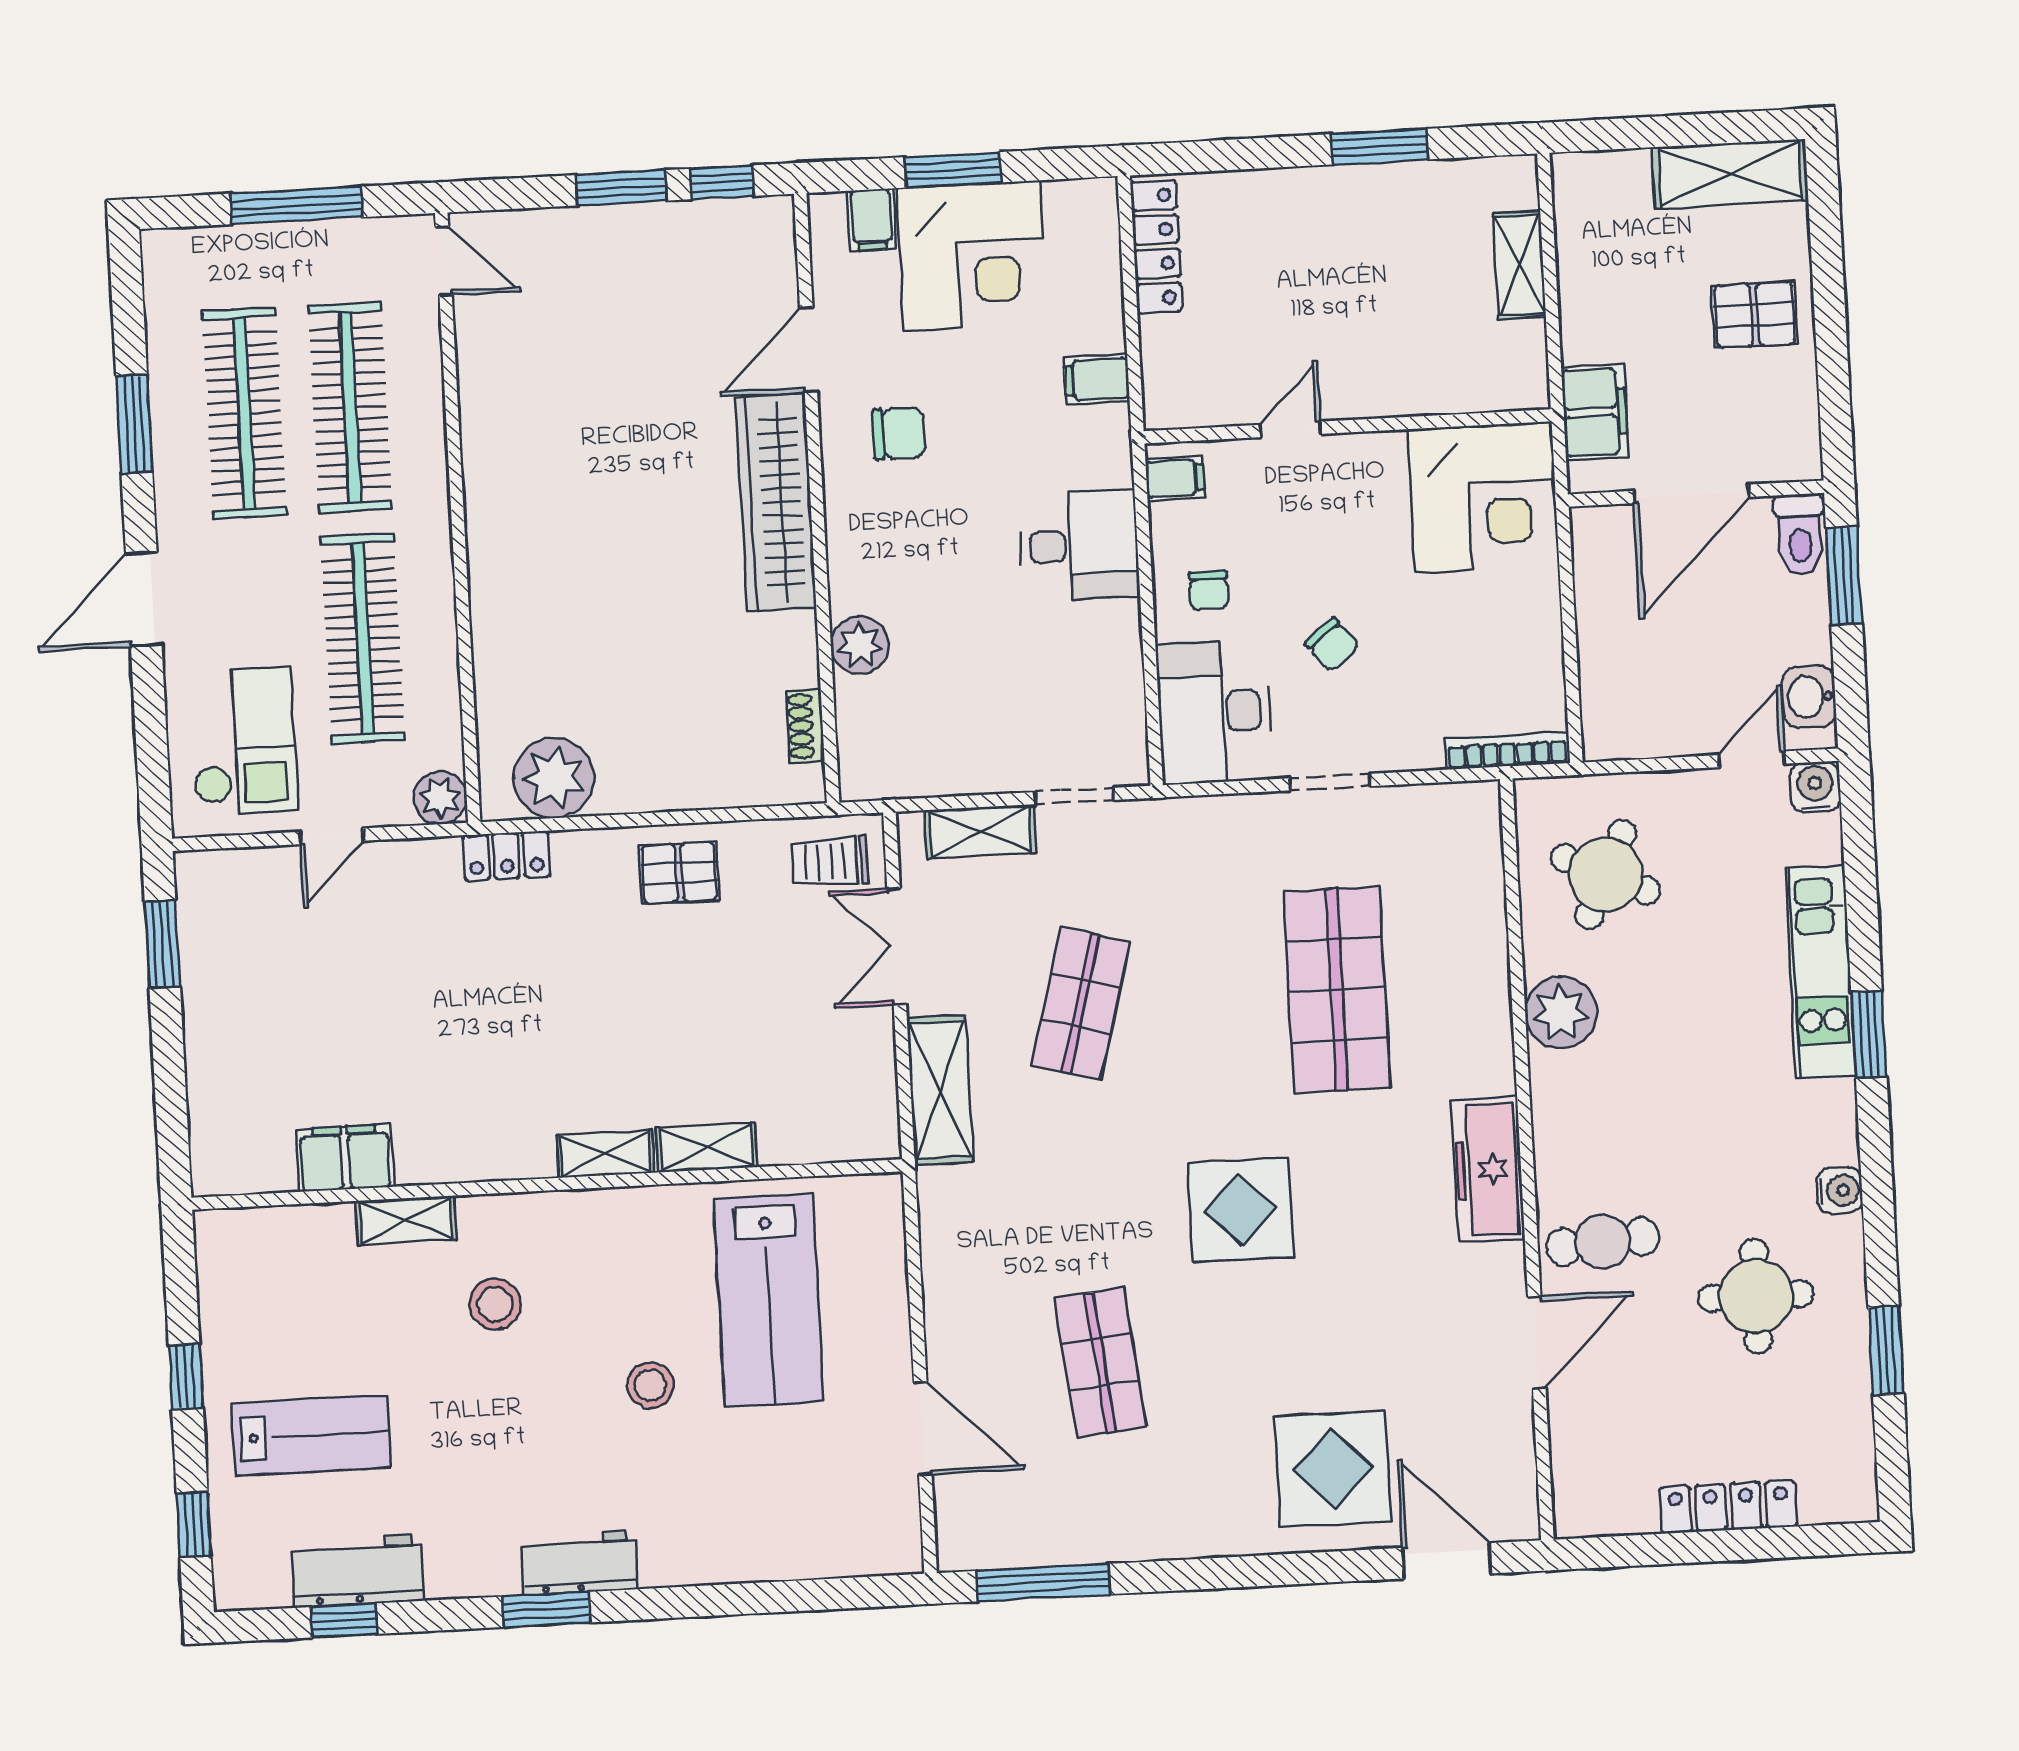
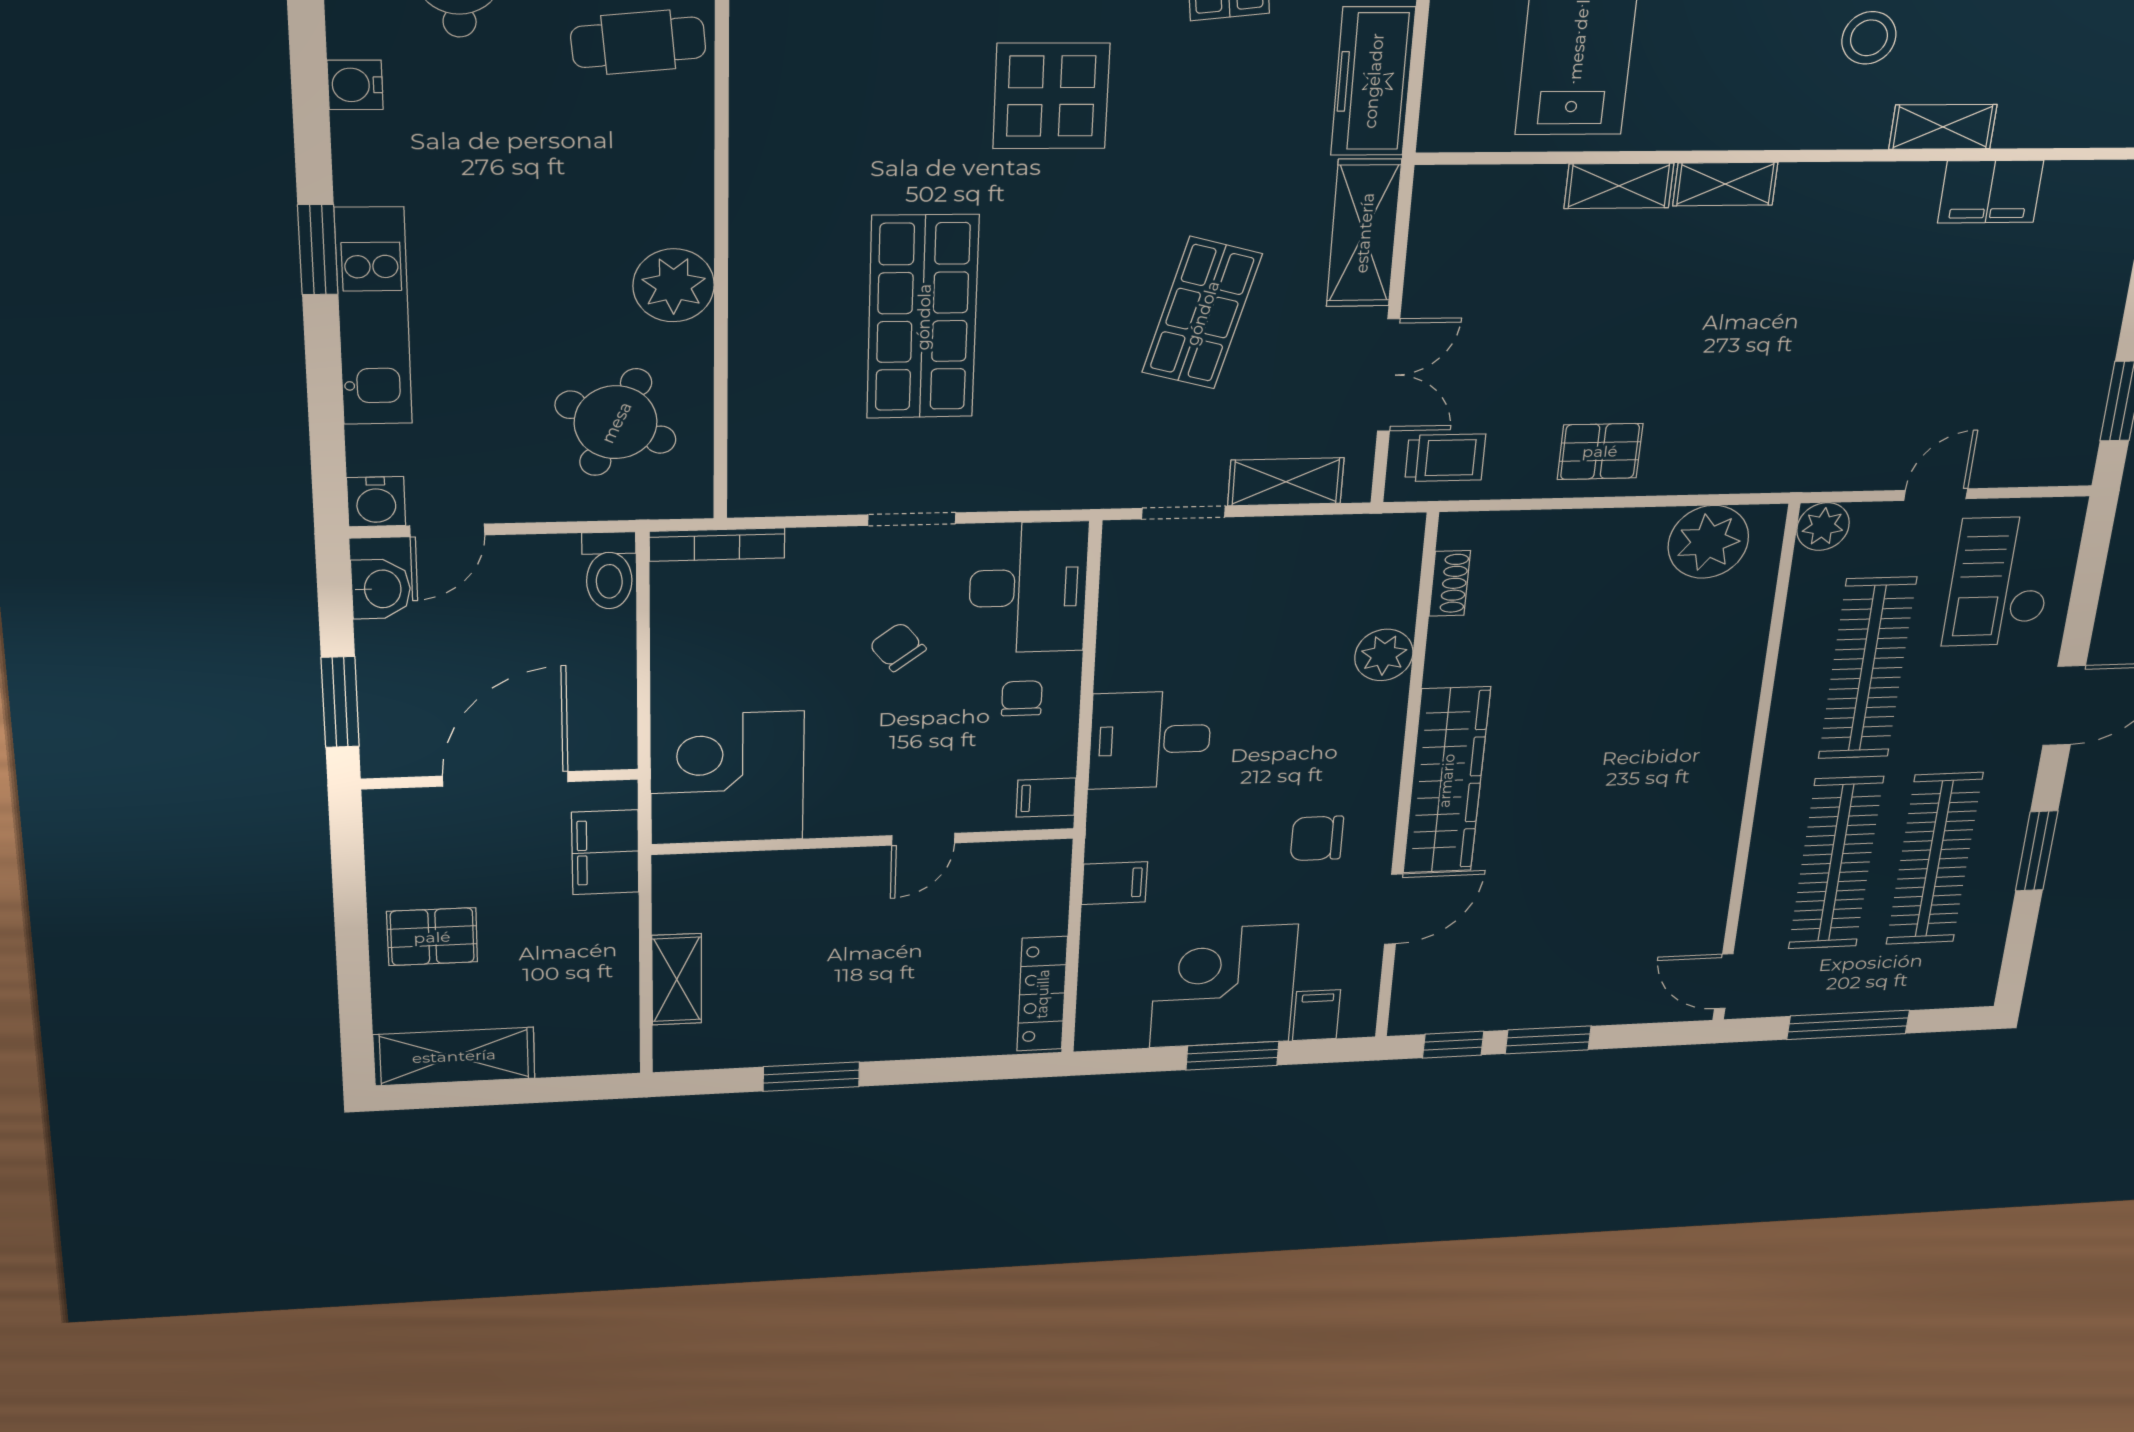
toilet: (1800, 534) -> (609, 571), moved, turned 180
locker: (506, 856) -> (1769, 472), removed
freezer: (1488, 1169) -> (1373, 81), moved, turned 180

